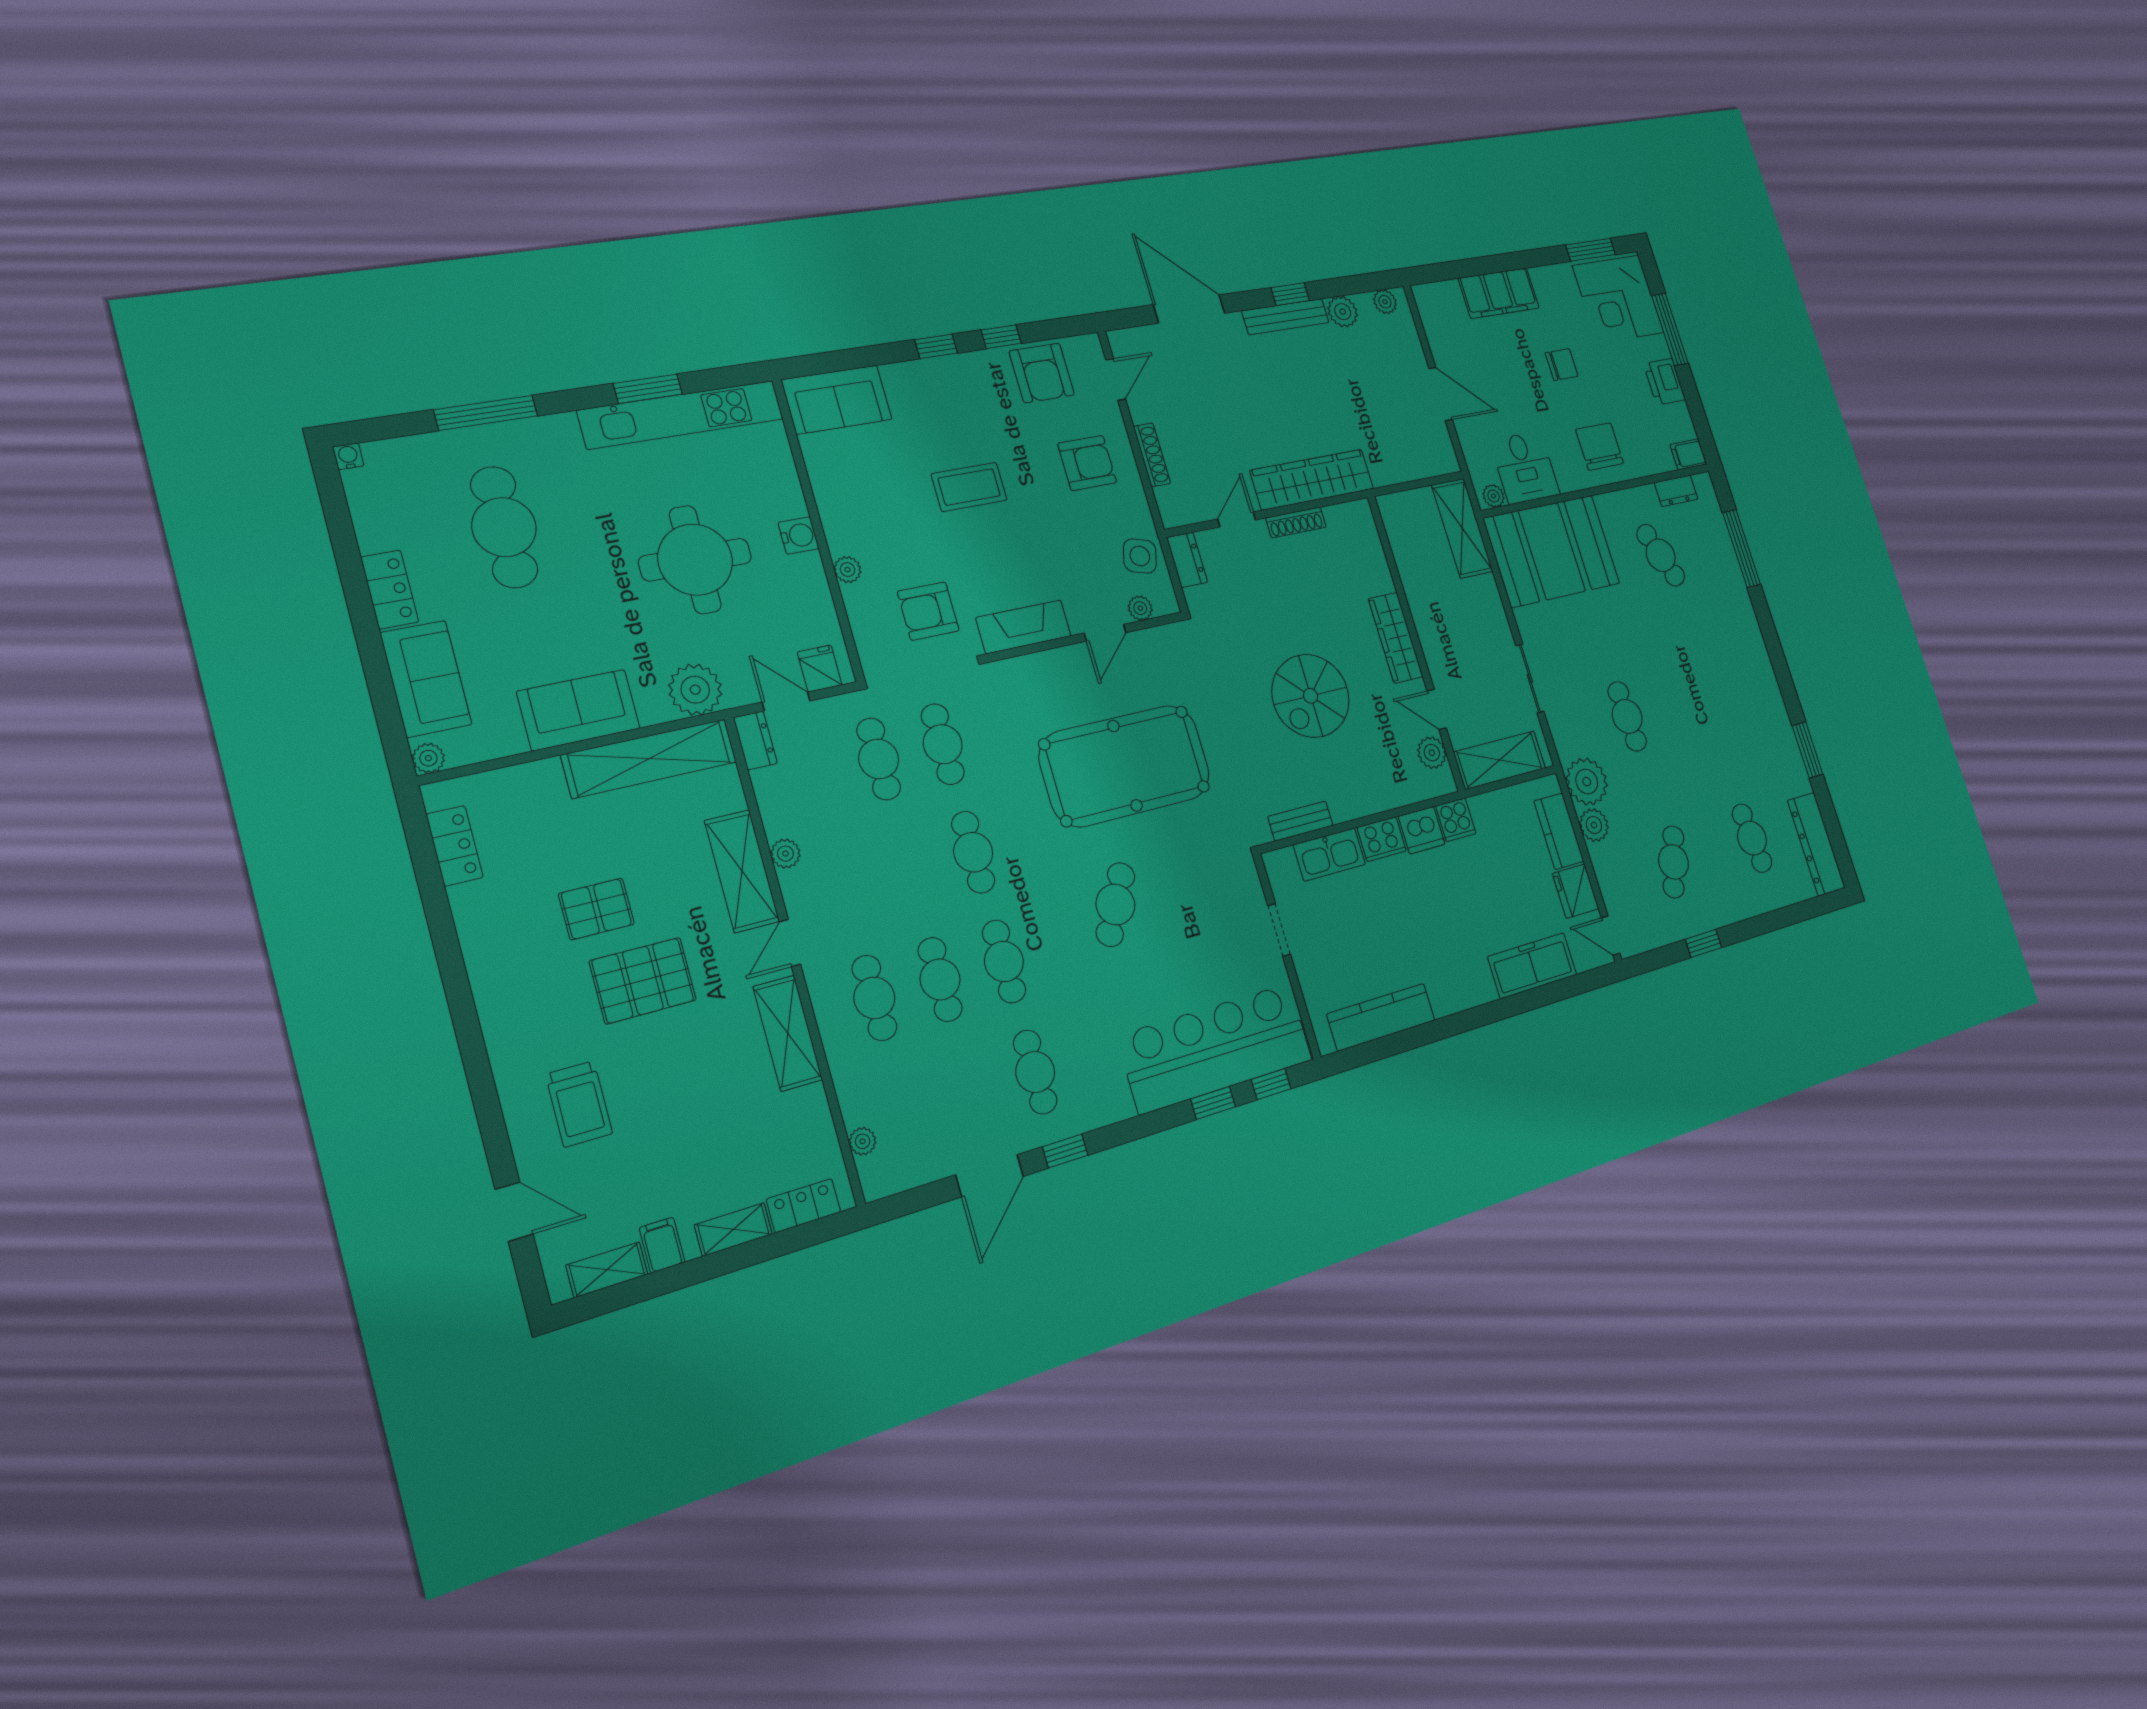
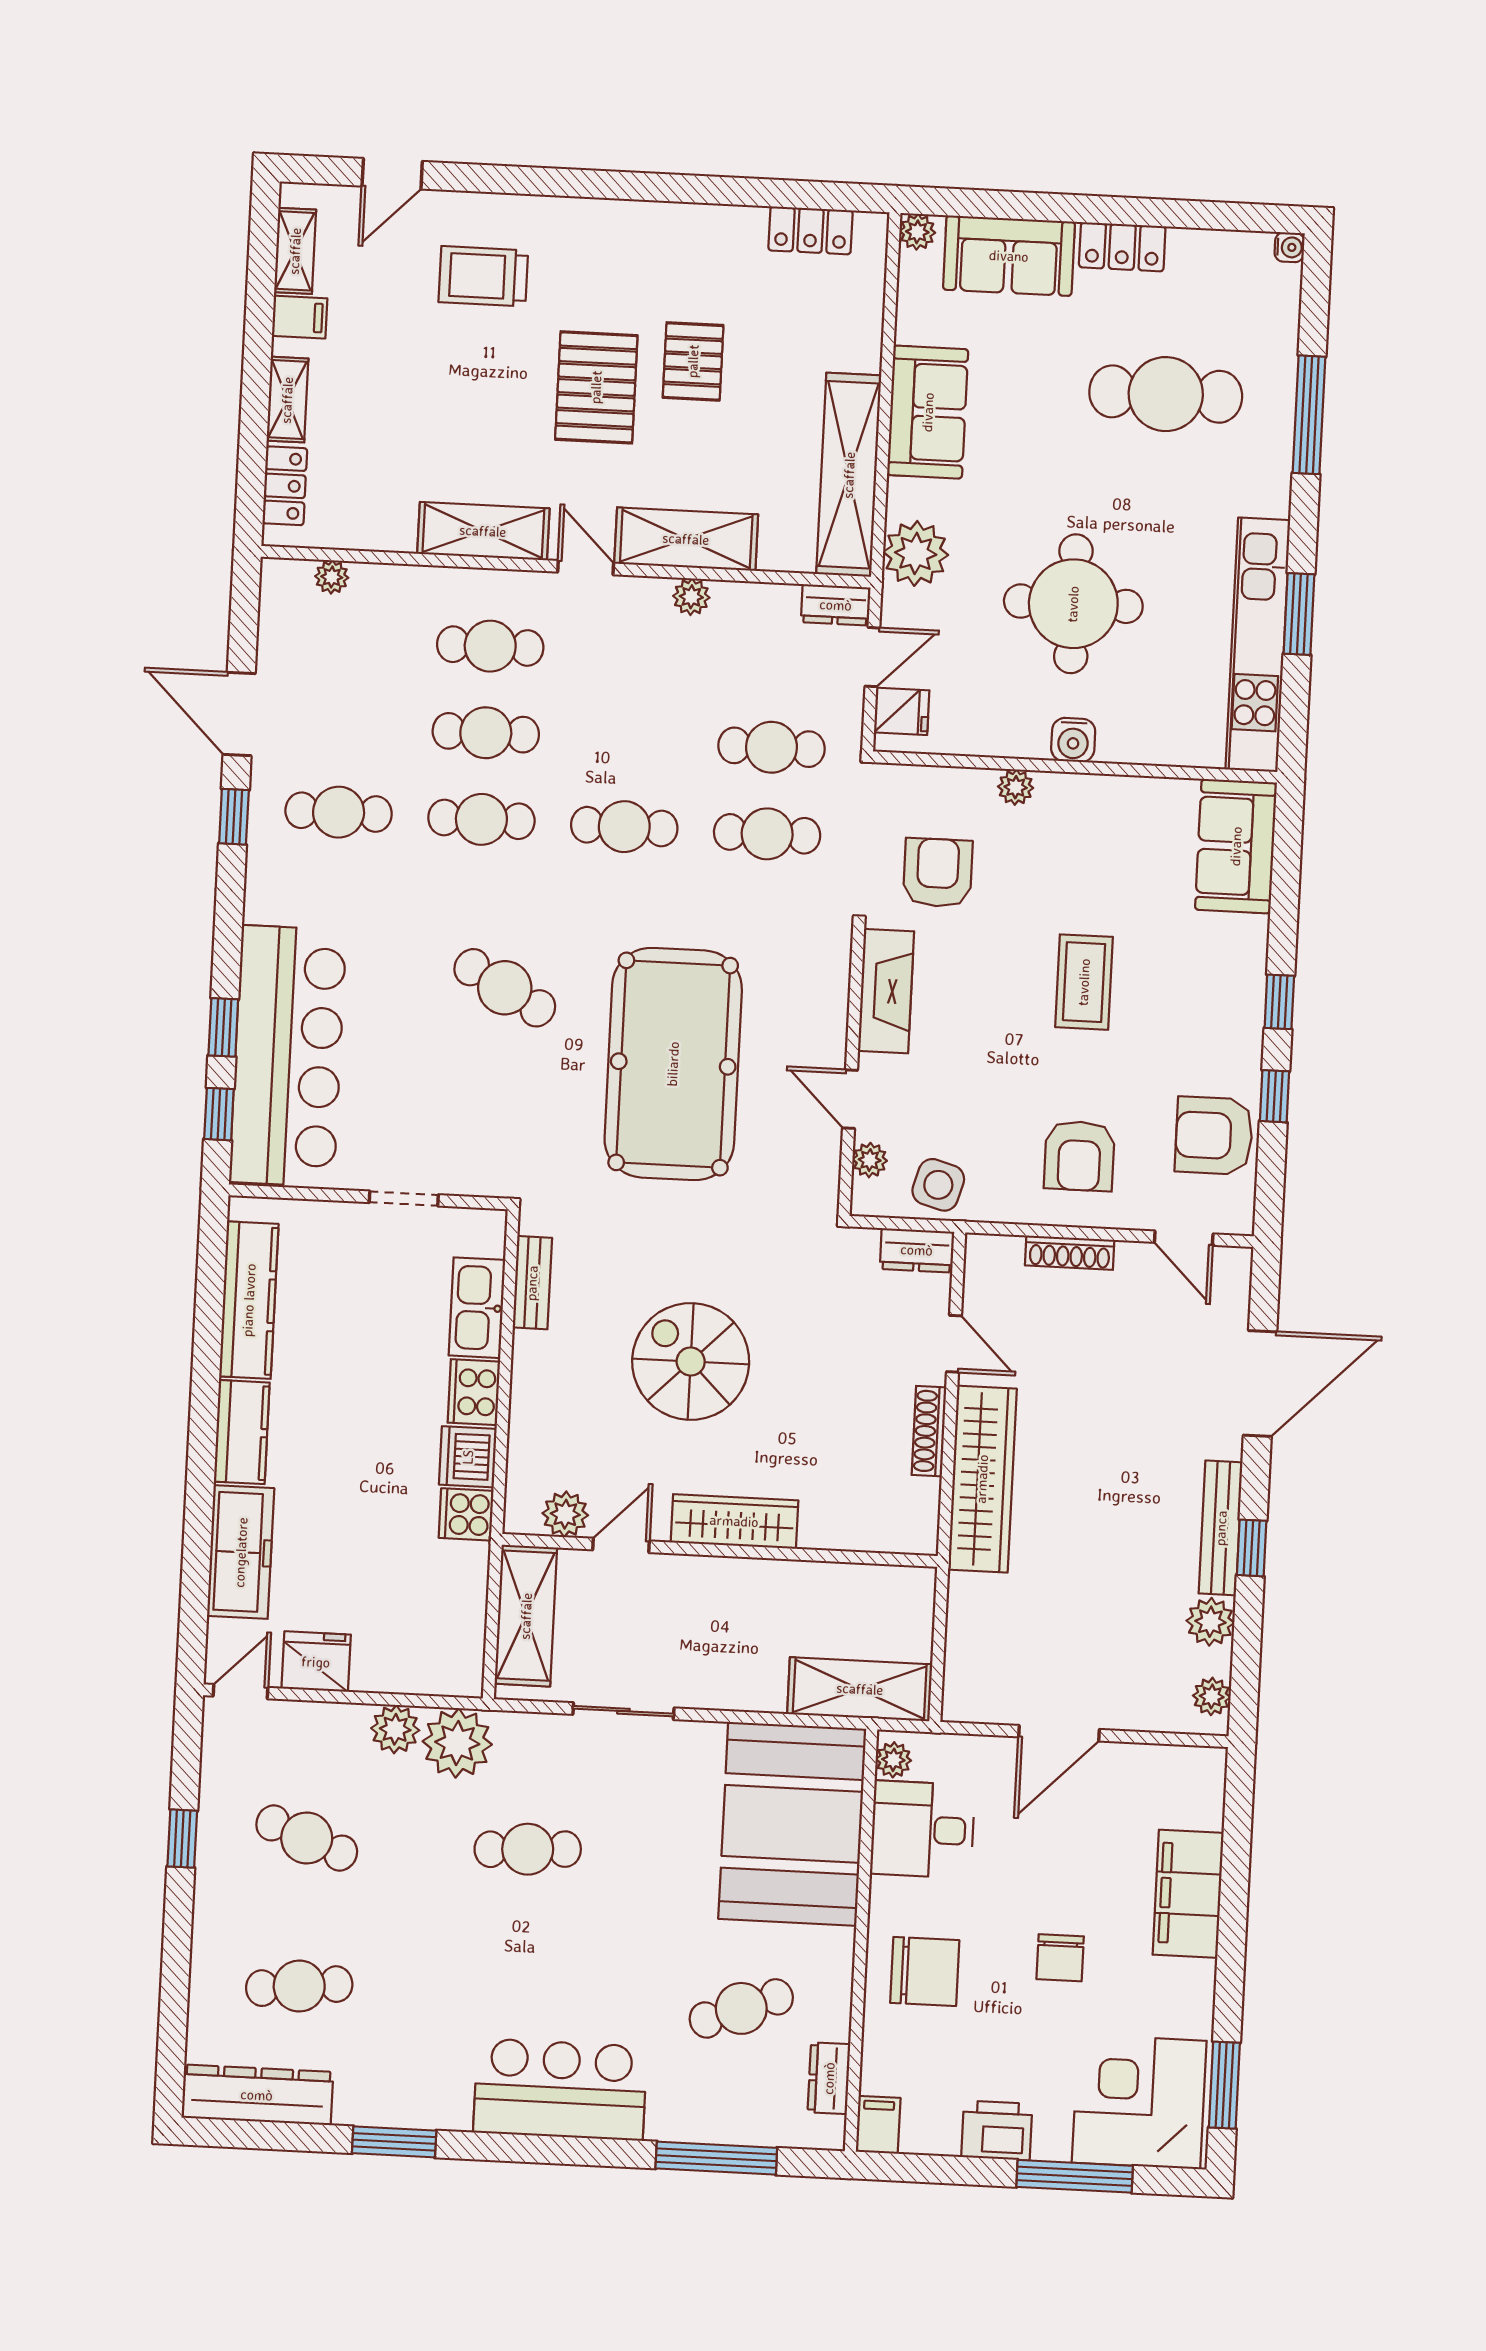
bar counter: (1743, 655) -> (560, 2090), added
kitchen counter: (1559, 831) -> (242, 1432), moved, turned 90

